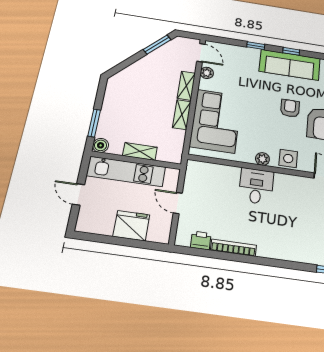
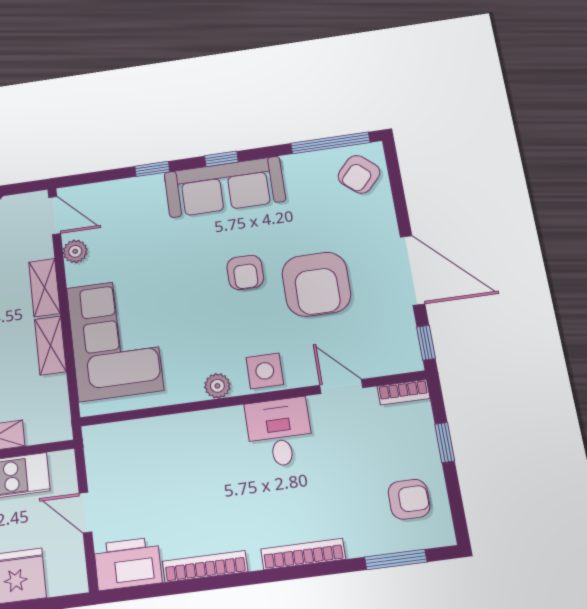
armchair: (290, 108) -> (245, 272), turned 180
desk: (256, 186) -> (279, 432), moved
printer: (201, 240) -> (128, 564), width x1.87, depth x1.48
bookcase: (286, 255) -> (303, 554), added

